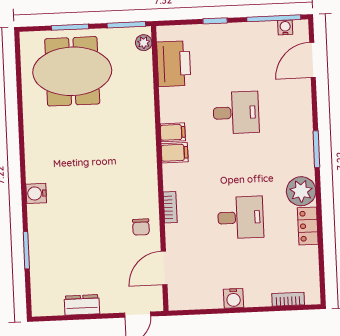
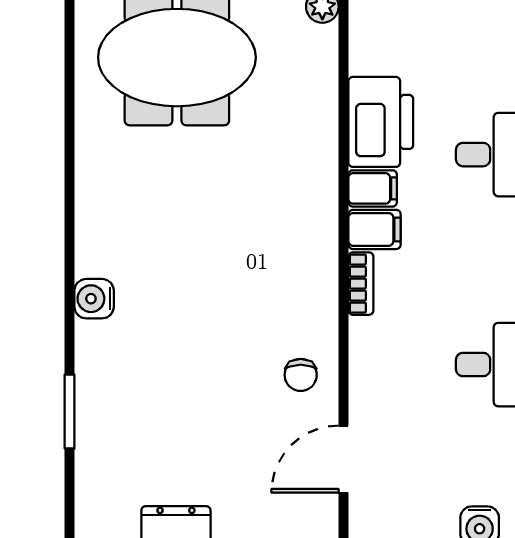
printer: (174, 64) -> (381, 122), moved
bookcase: (170, 207) -> (361, 284), moved

